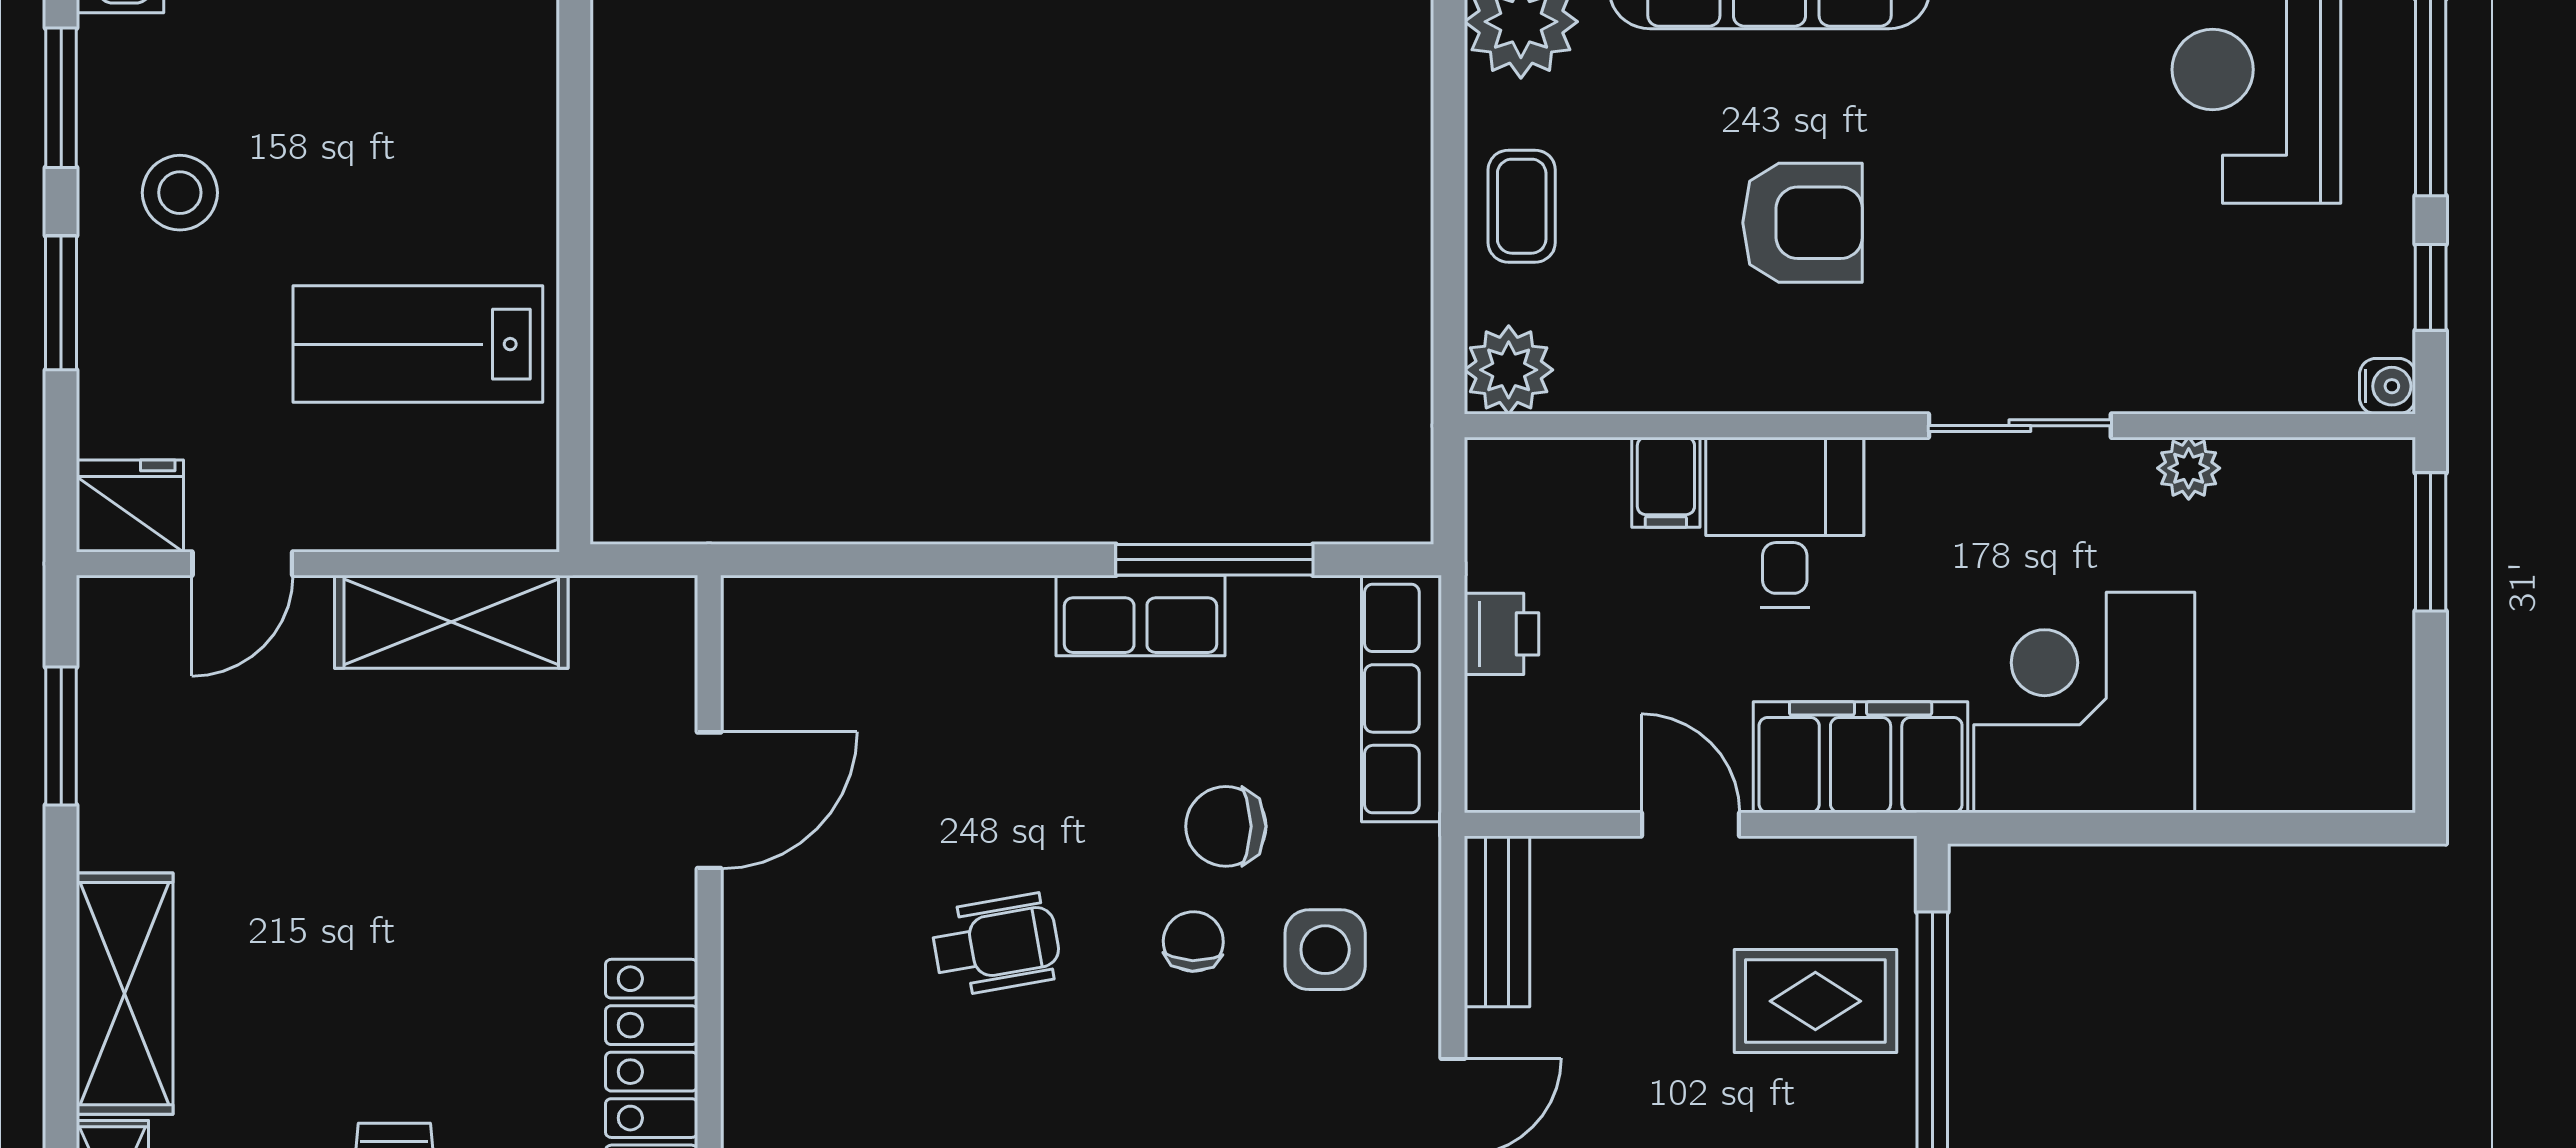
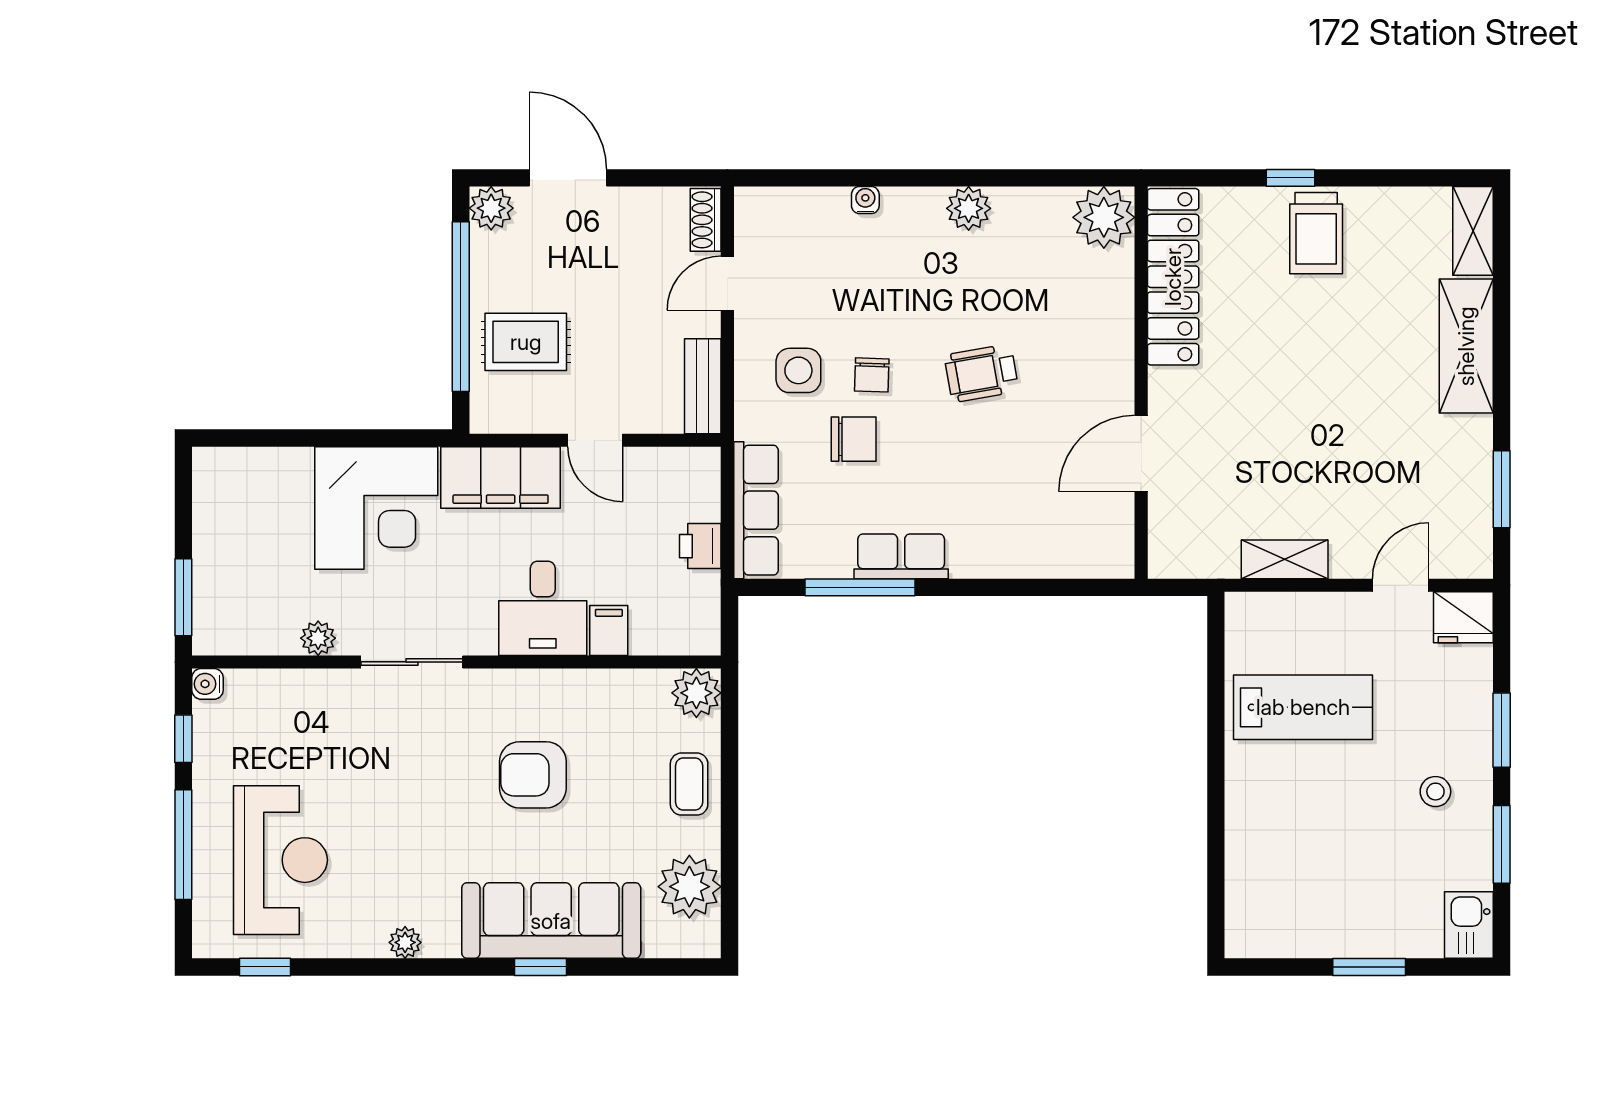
stool: (180, 193) -> (1435, 792), width x0.73, depth x0.73
shelving: (451, 622) -> (1285, 559), width x0.67, depth x0.75

